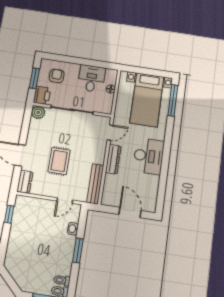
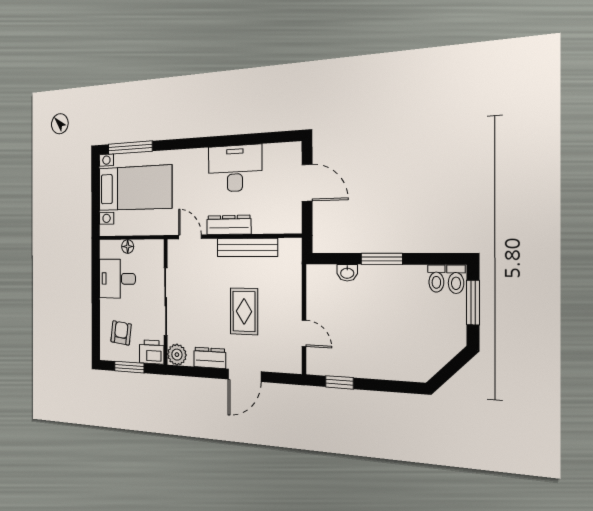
armchair: (57, 76) -> (121, 333), turned 97
desk: (149, 156) -> (235, 168), moved
rug: (59, 161) -> (244, 311), turned 90
dresser: (25, 182) -> (210, 358), moved
bench: (95, 184) -> (247, 247), moved
door: (65, 201) -> (304, 333), moved
door: (130, 213) -> (307, 183), swing flipped

